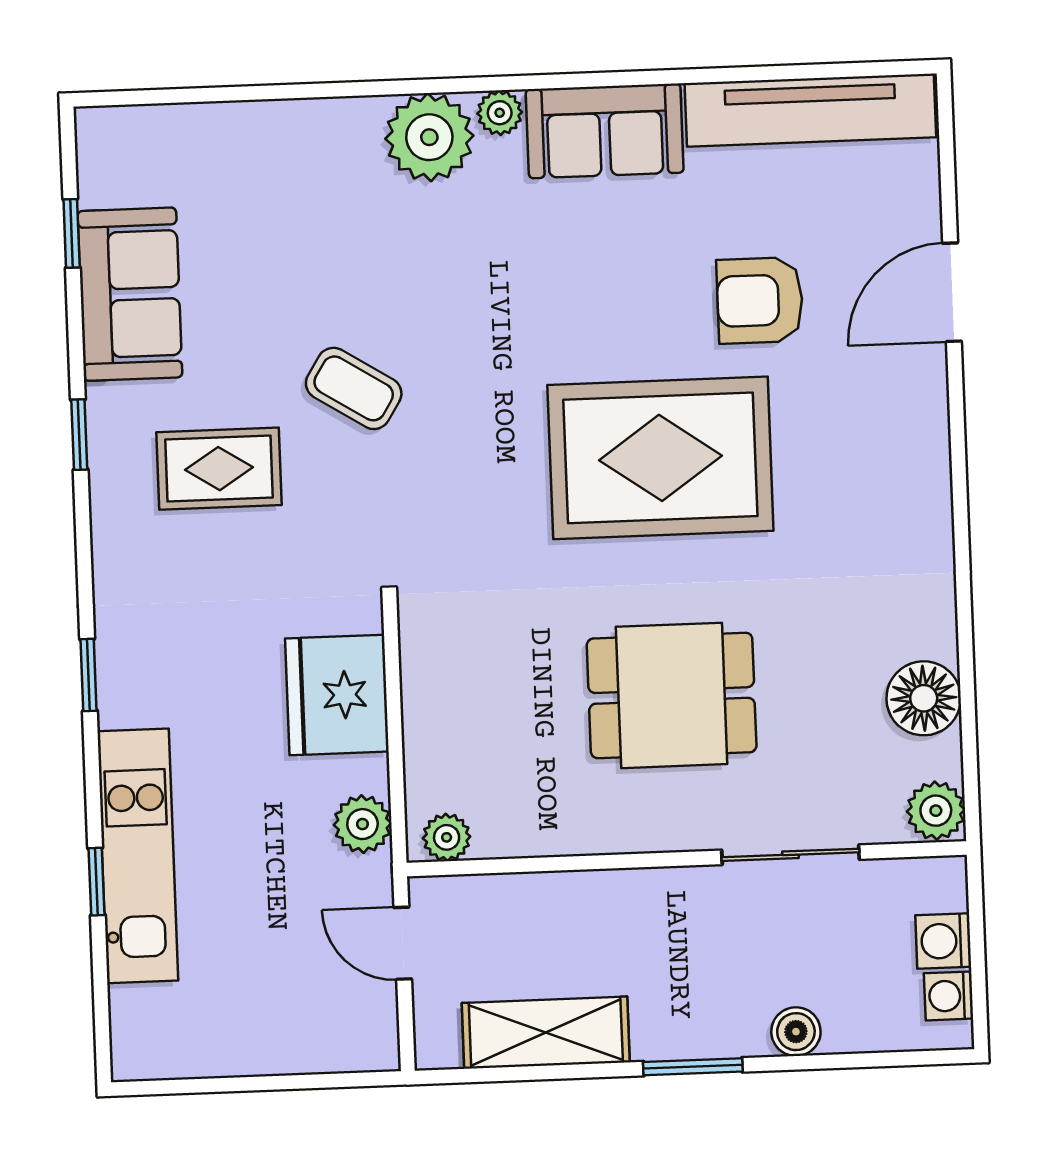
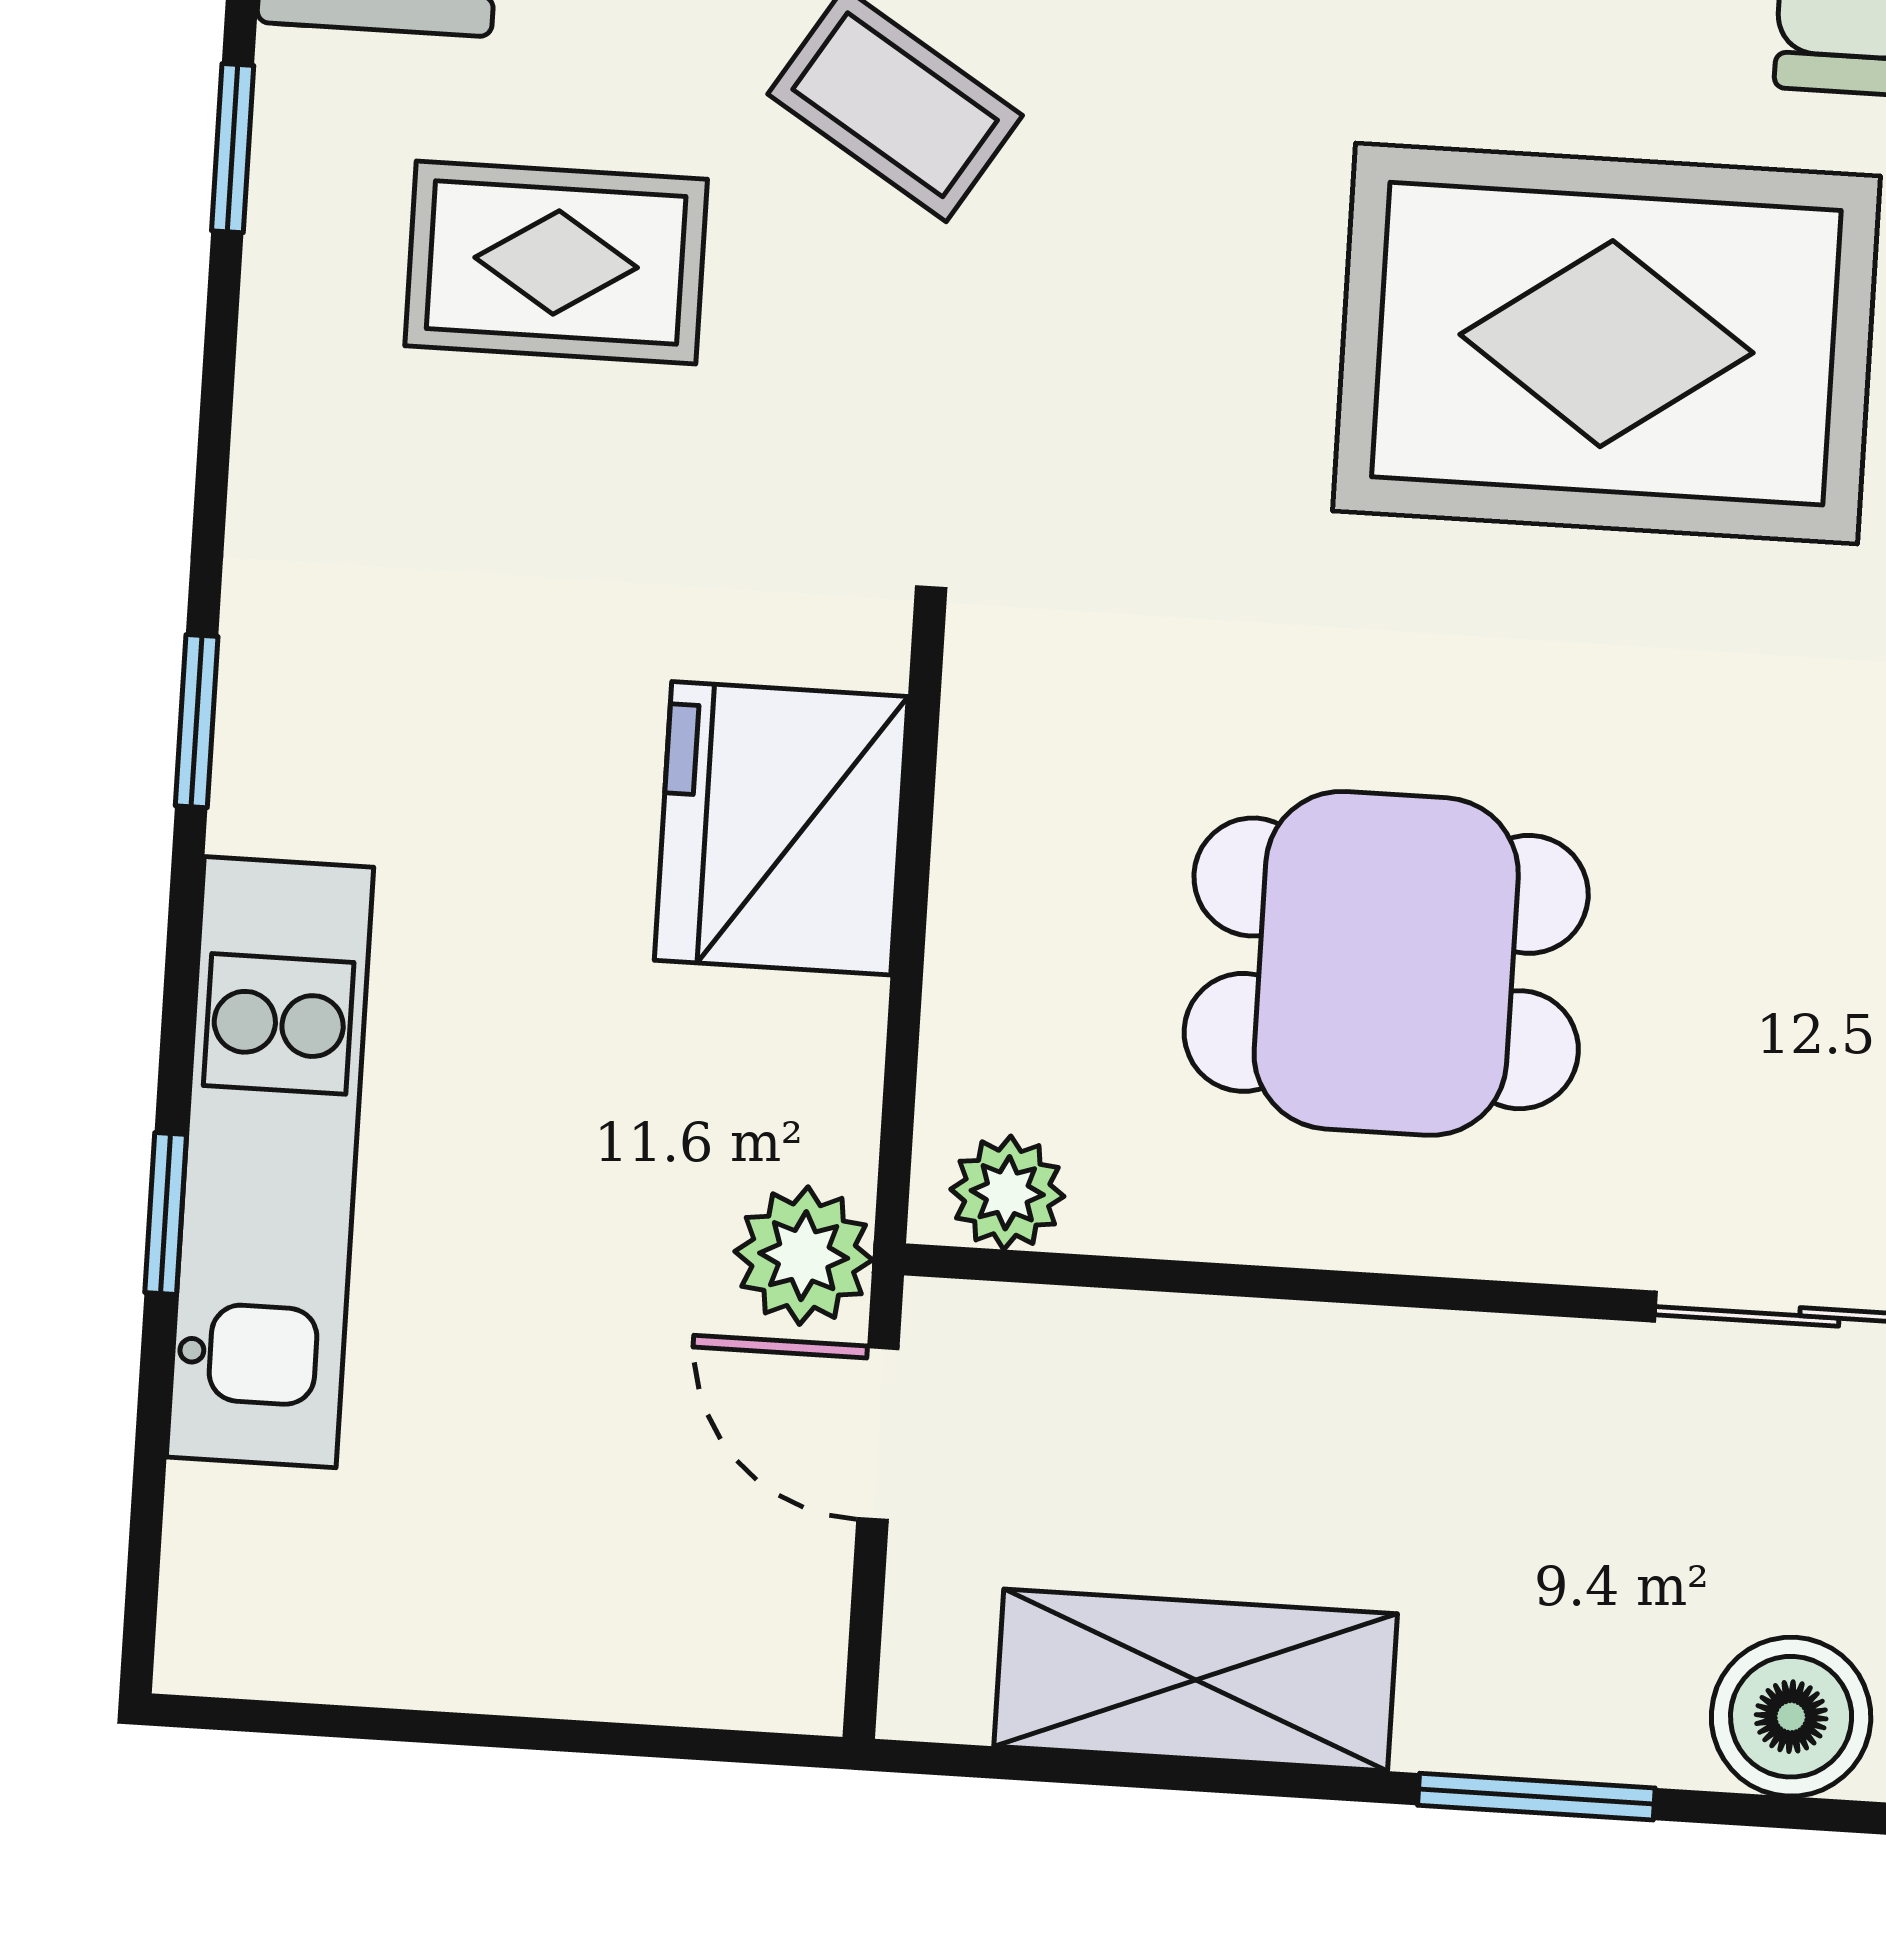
dining table: (672, 695) -> (1386, 963), moved
plant: (362, 824) -> (804, 1256), moved
boiler: (796, 1032) -> (1791, 1717), width x1.36, depth x1.36

